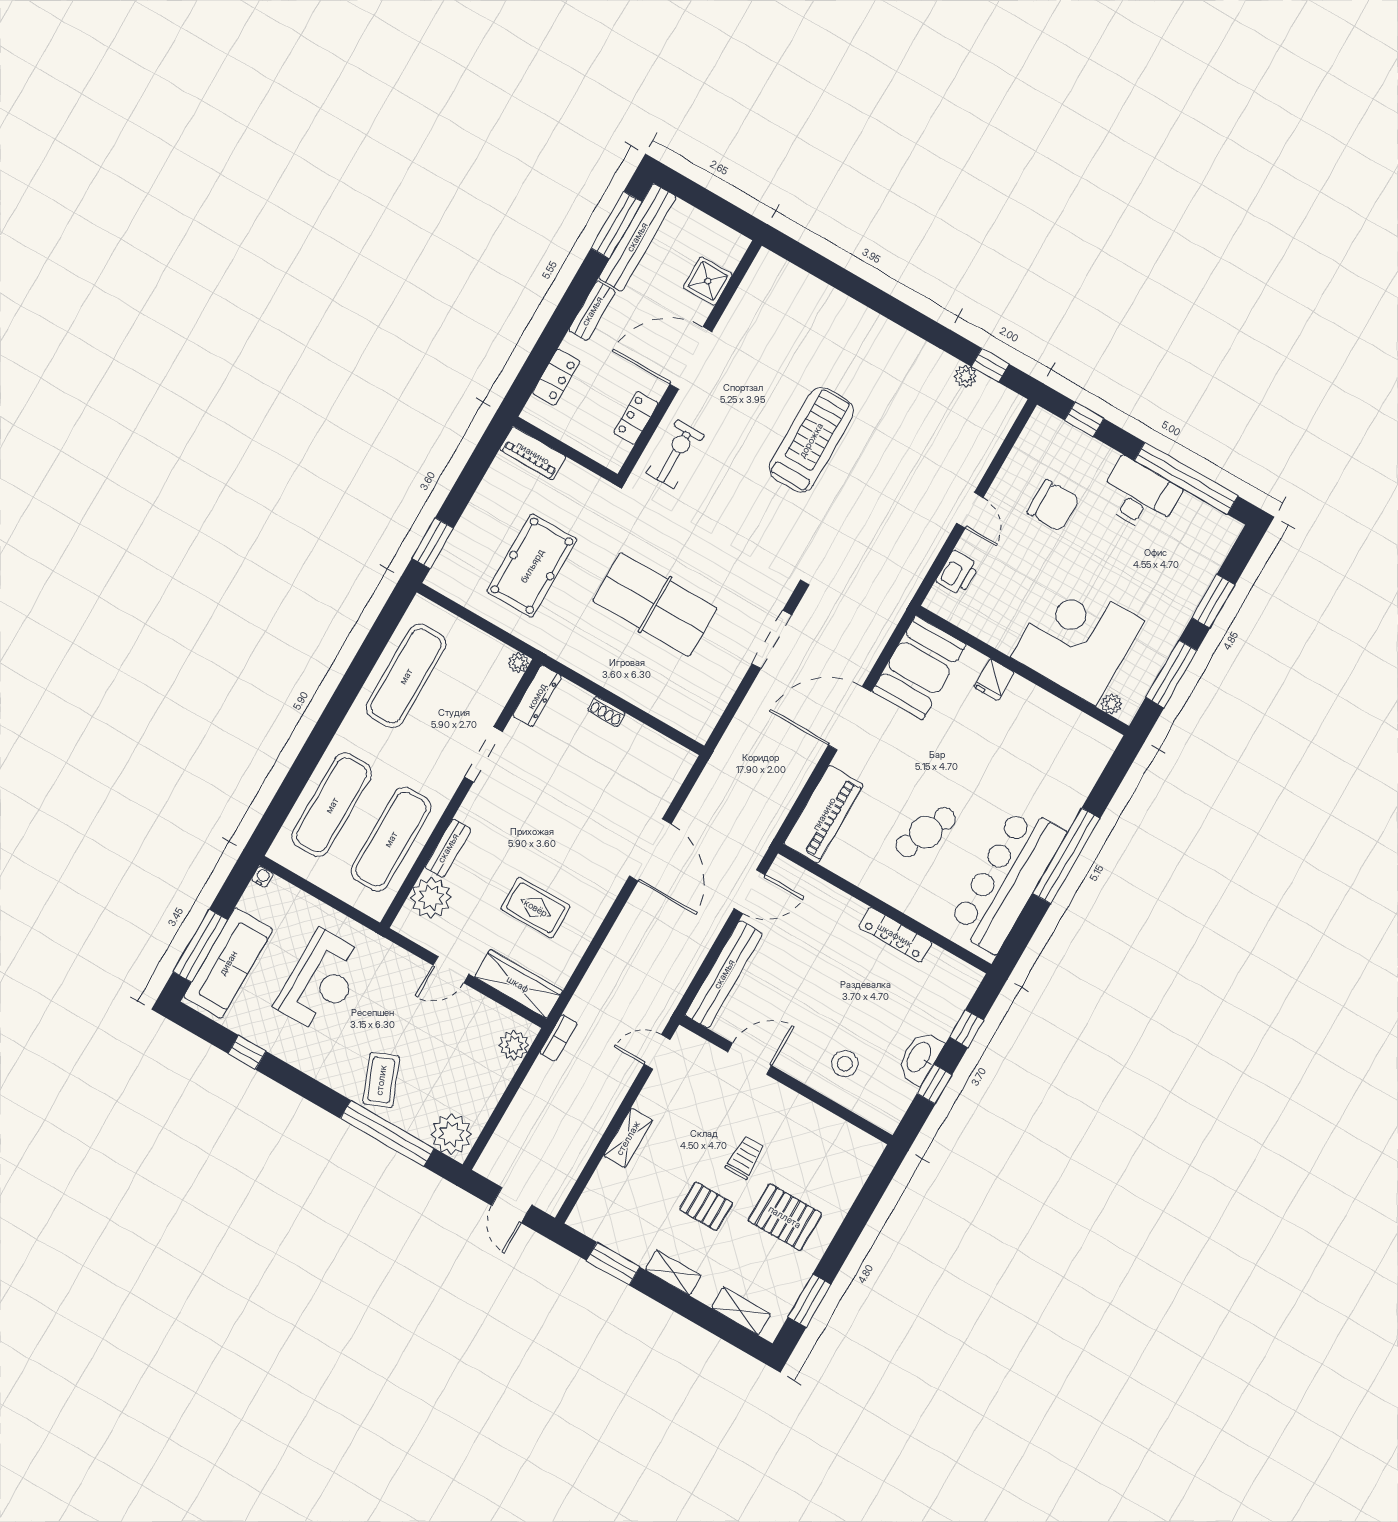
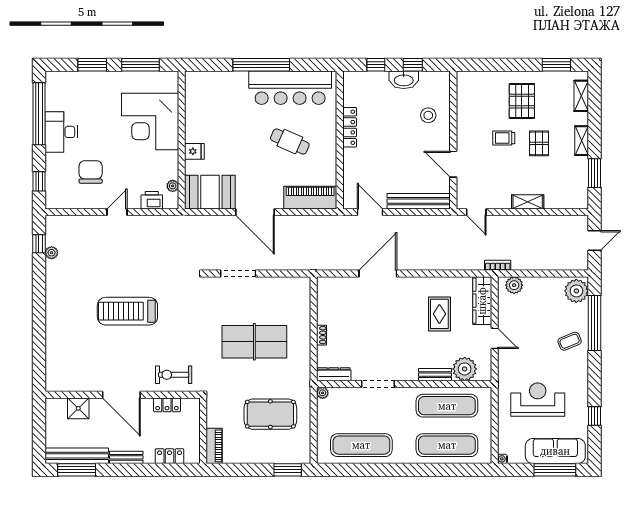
table tennis table: (655, 605) -> (254, 342), turned 90
plant: (1112, 704) -> (173, 186), moved
coffee table: (381, 1080) -> (570, 341), width x0.73, depth x0.77

